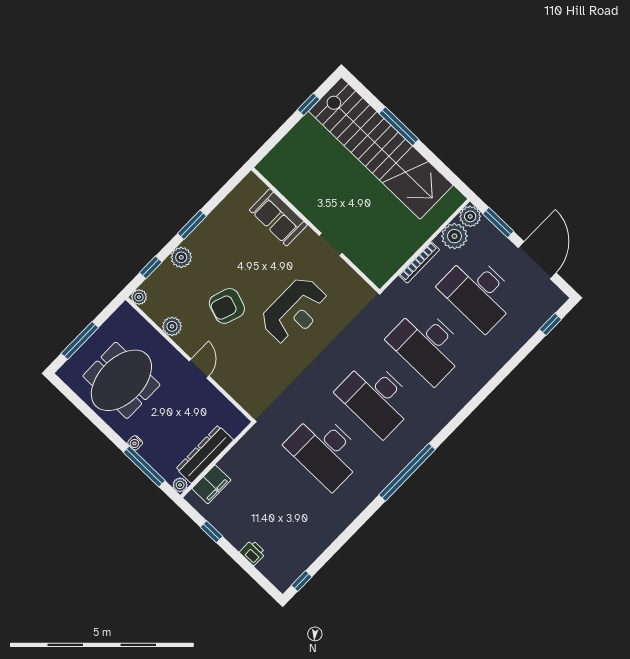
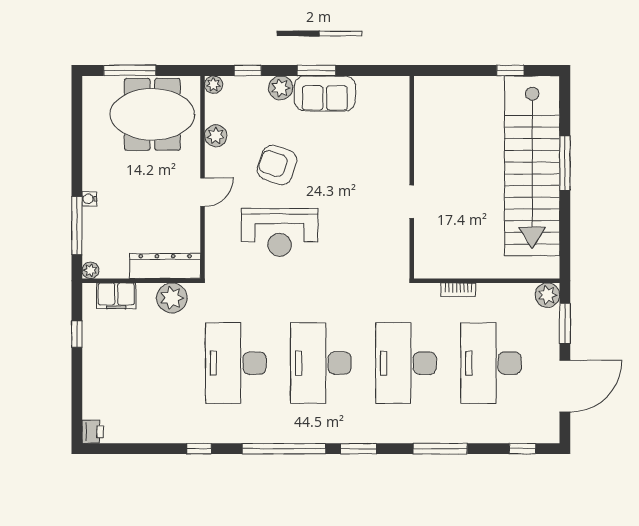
sofa: (278, 217) -> (325, 93), moved, turned -90
plant: (454, 236) -> (172, 298), moved
bookcase: (419, 262) -> (458, 290), width x0.64
reception desk: (295, 311) -> (280, 232), moved
window: (501, 375) -> (440, 449), added
meeting table: (121, 380) -> (152, 114), moved
window: (452, 426) -> (358, 449), added
dresser: (205, 454) -> (165, 266), moved
printer: (253, 553) -> (93, 432), moved
window: (302, 581) -> (199, 449), moved

